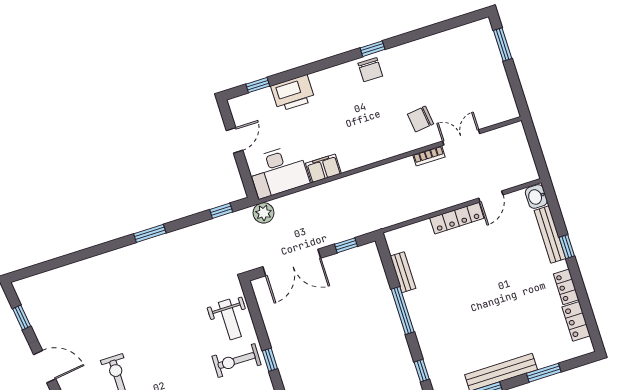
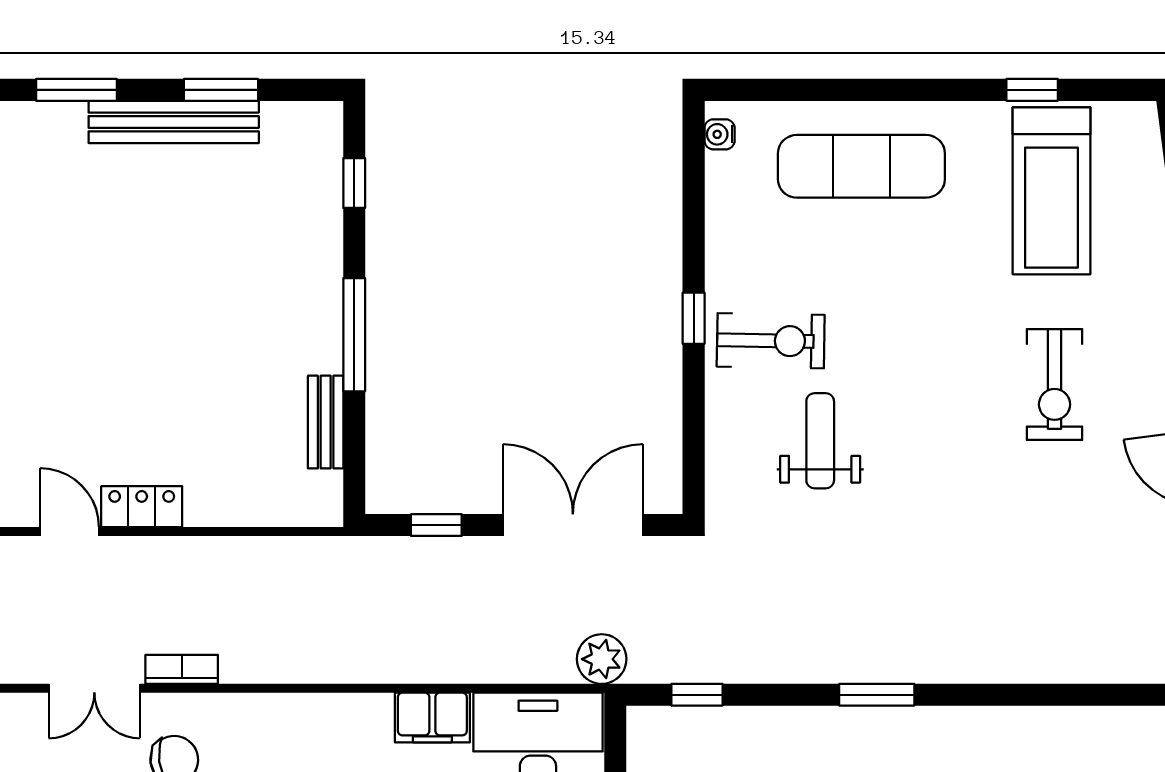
door: (491, 196) -> (69, 532), hinge flipped
locker: (457, 218) -> (142, 507), width x0.66
weight bench: (230, 320) -> (820, 441), moved

